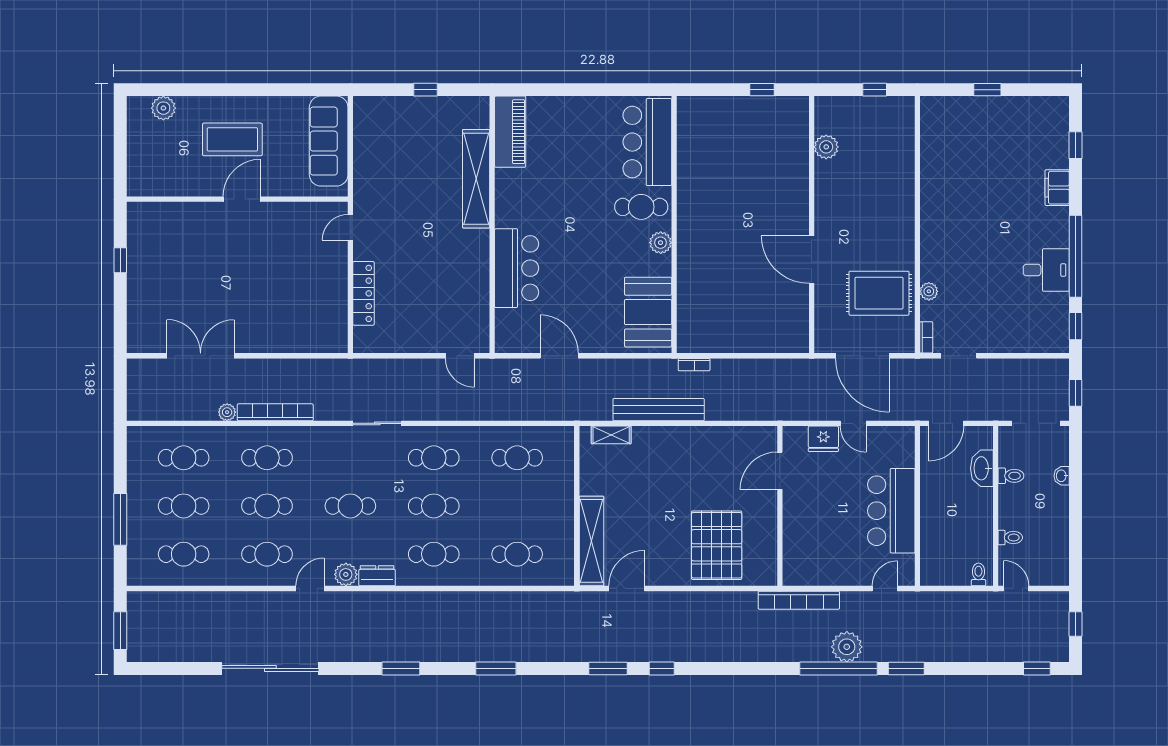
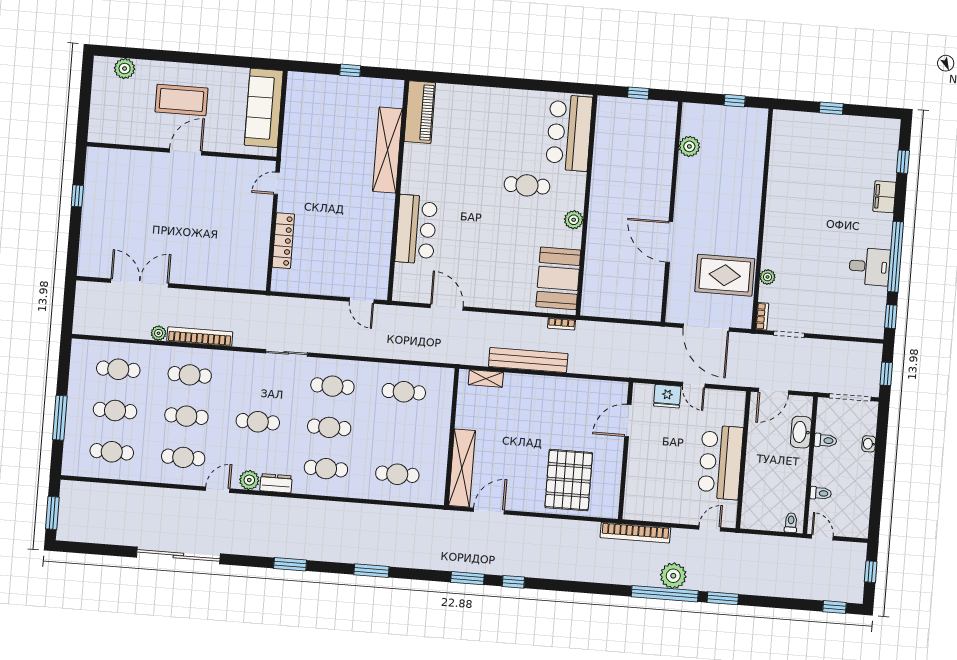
bar counter: (647, 142) -> (569, 133), moved
wall: (674, 225) -> (586, 205), moved
plant: (661, 243) -> (574, 220), moved
booth: (648, 312) -> (558, 278), moved

